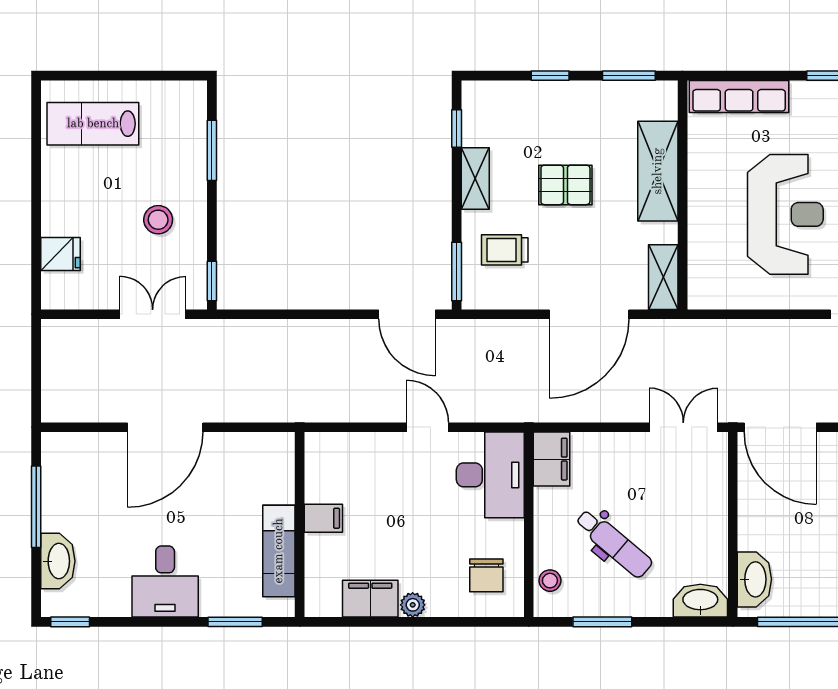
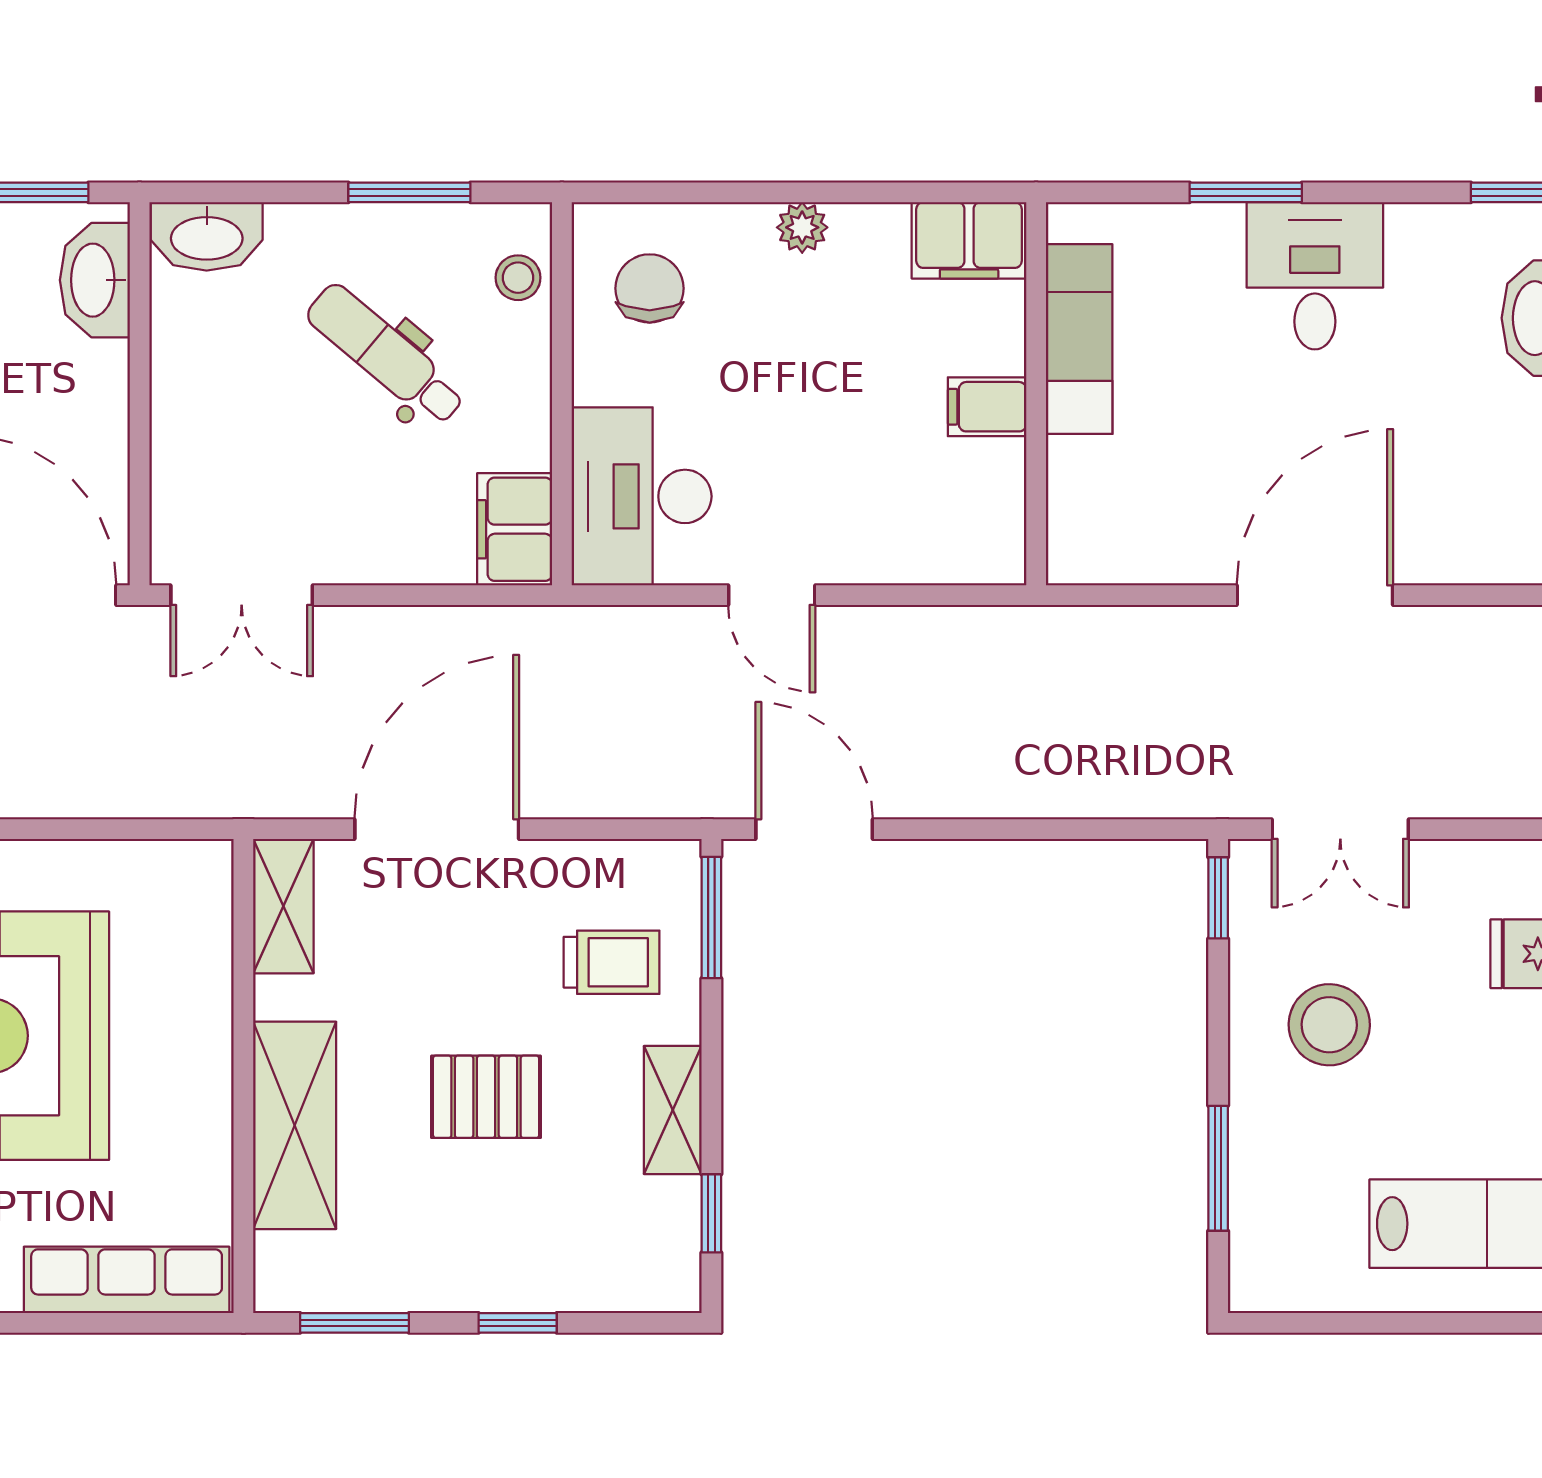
stool: (158, 220) -> (1329, 1025), width x1.38, depth x1.38
filing cabinet: (370, 599) -> (969, 240), moved
window: (235, 622) -> (1246, 192), moved

